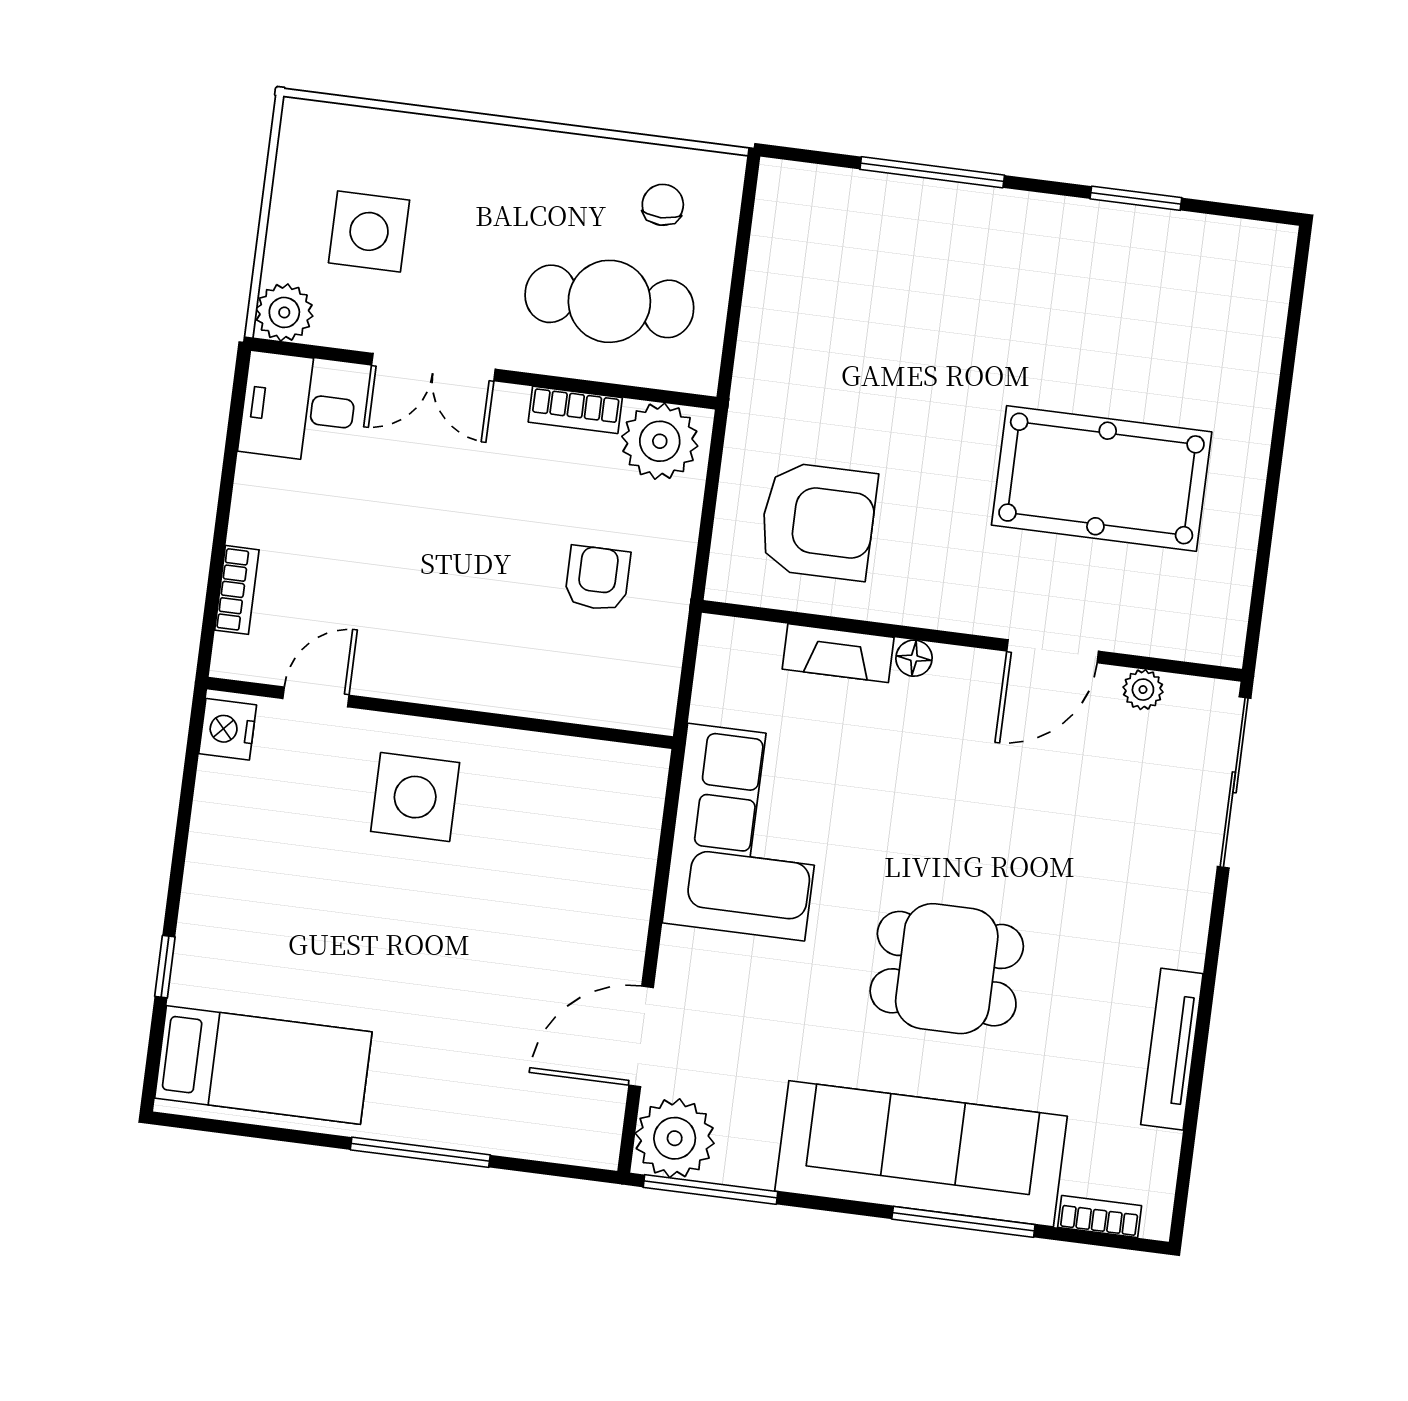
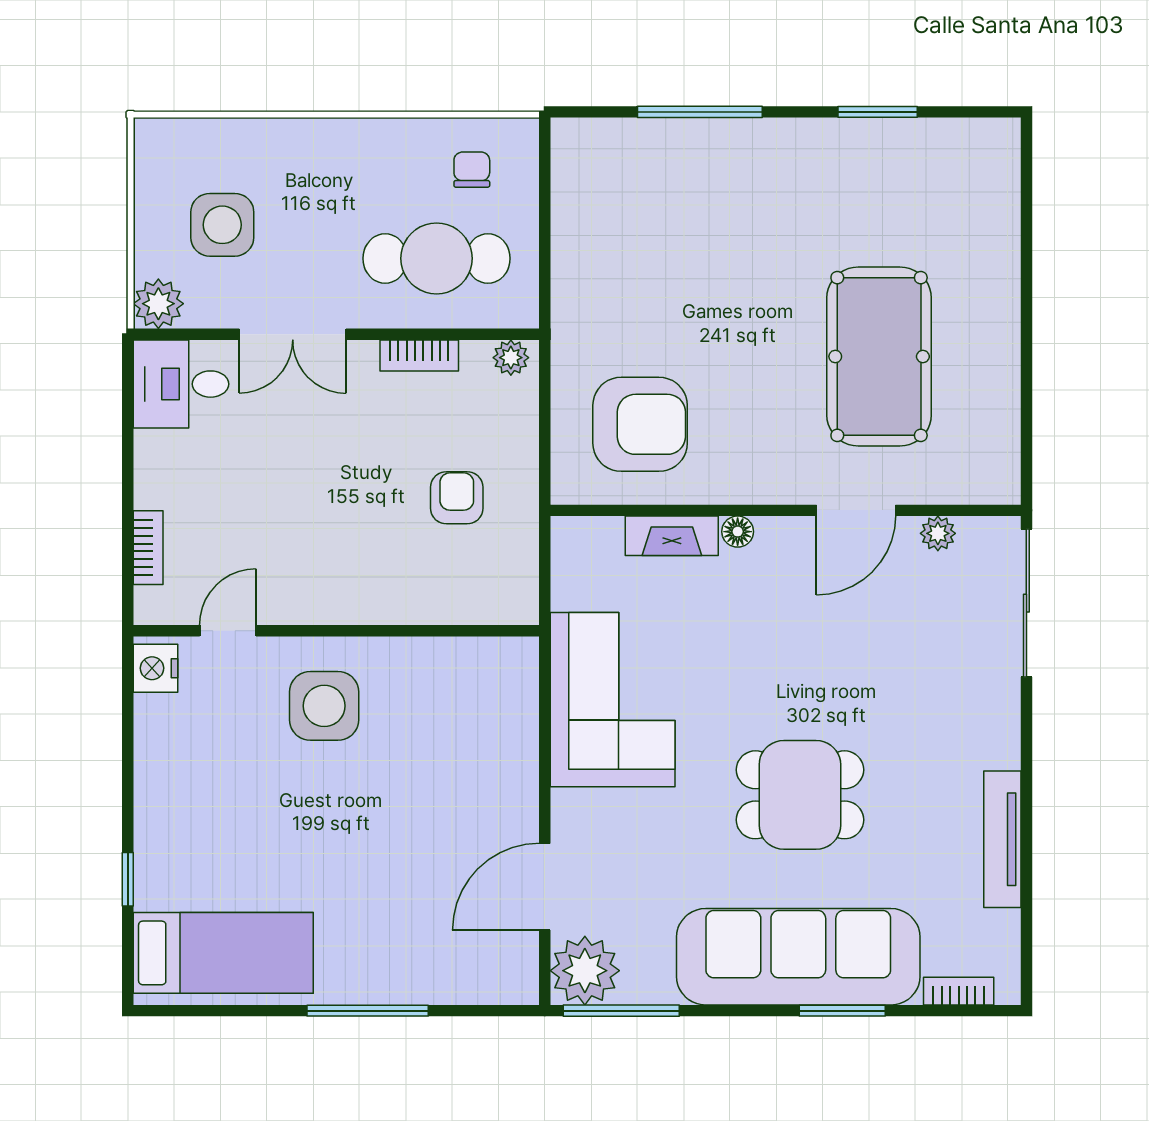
plant: (660, 441) -> (511, 358), width x0.53, depth x0.53
pool table: (1102, 478) -> (879, 356), turned 90
window: (963, 1222) -> (842, 1011), width x0.69

